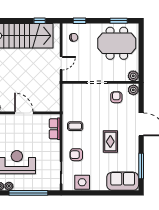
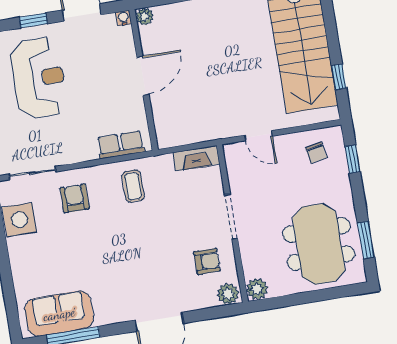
fireplace: (67, 94) -> (196, 158), added
rug: (110, 142) -> (113, 264), removed
sofa: (123, 181) -> (59, 314), moved, turned -90

